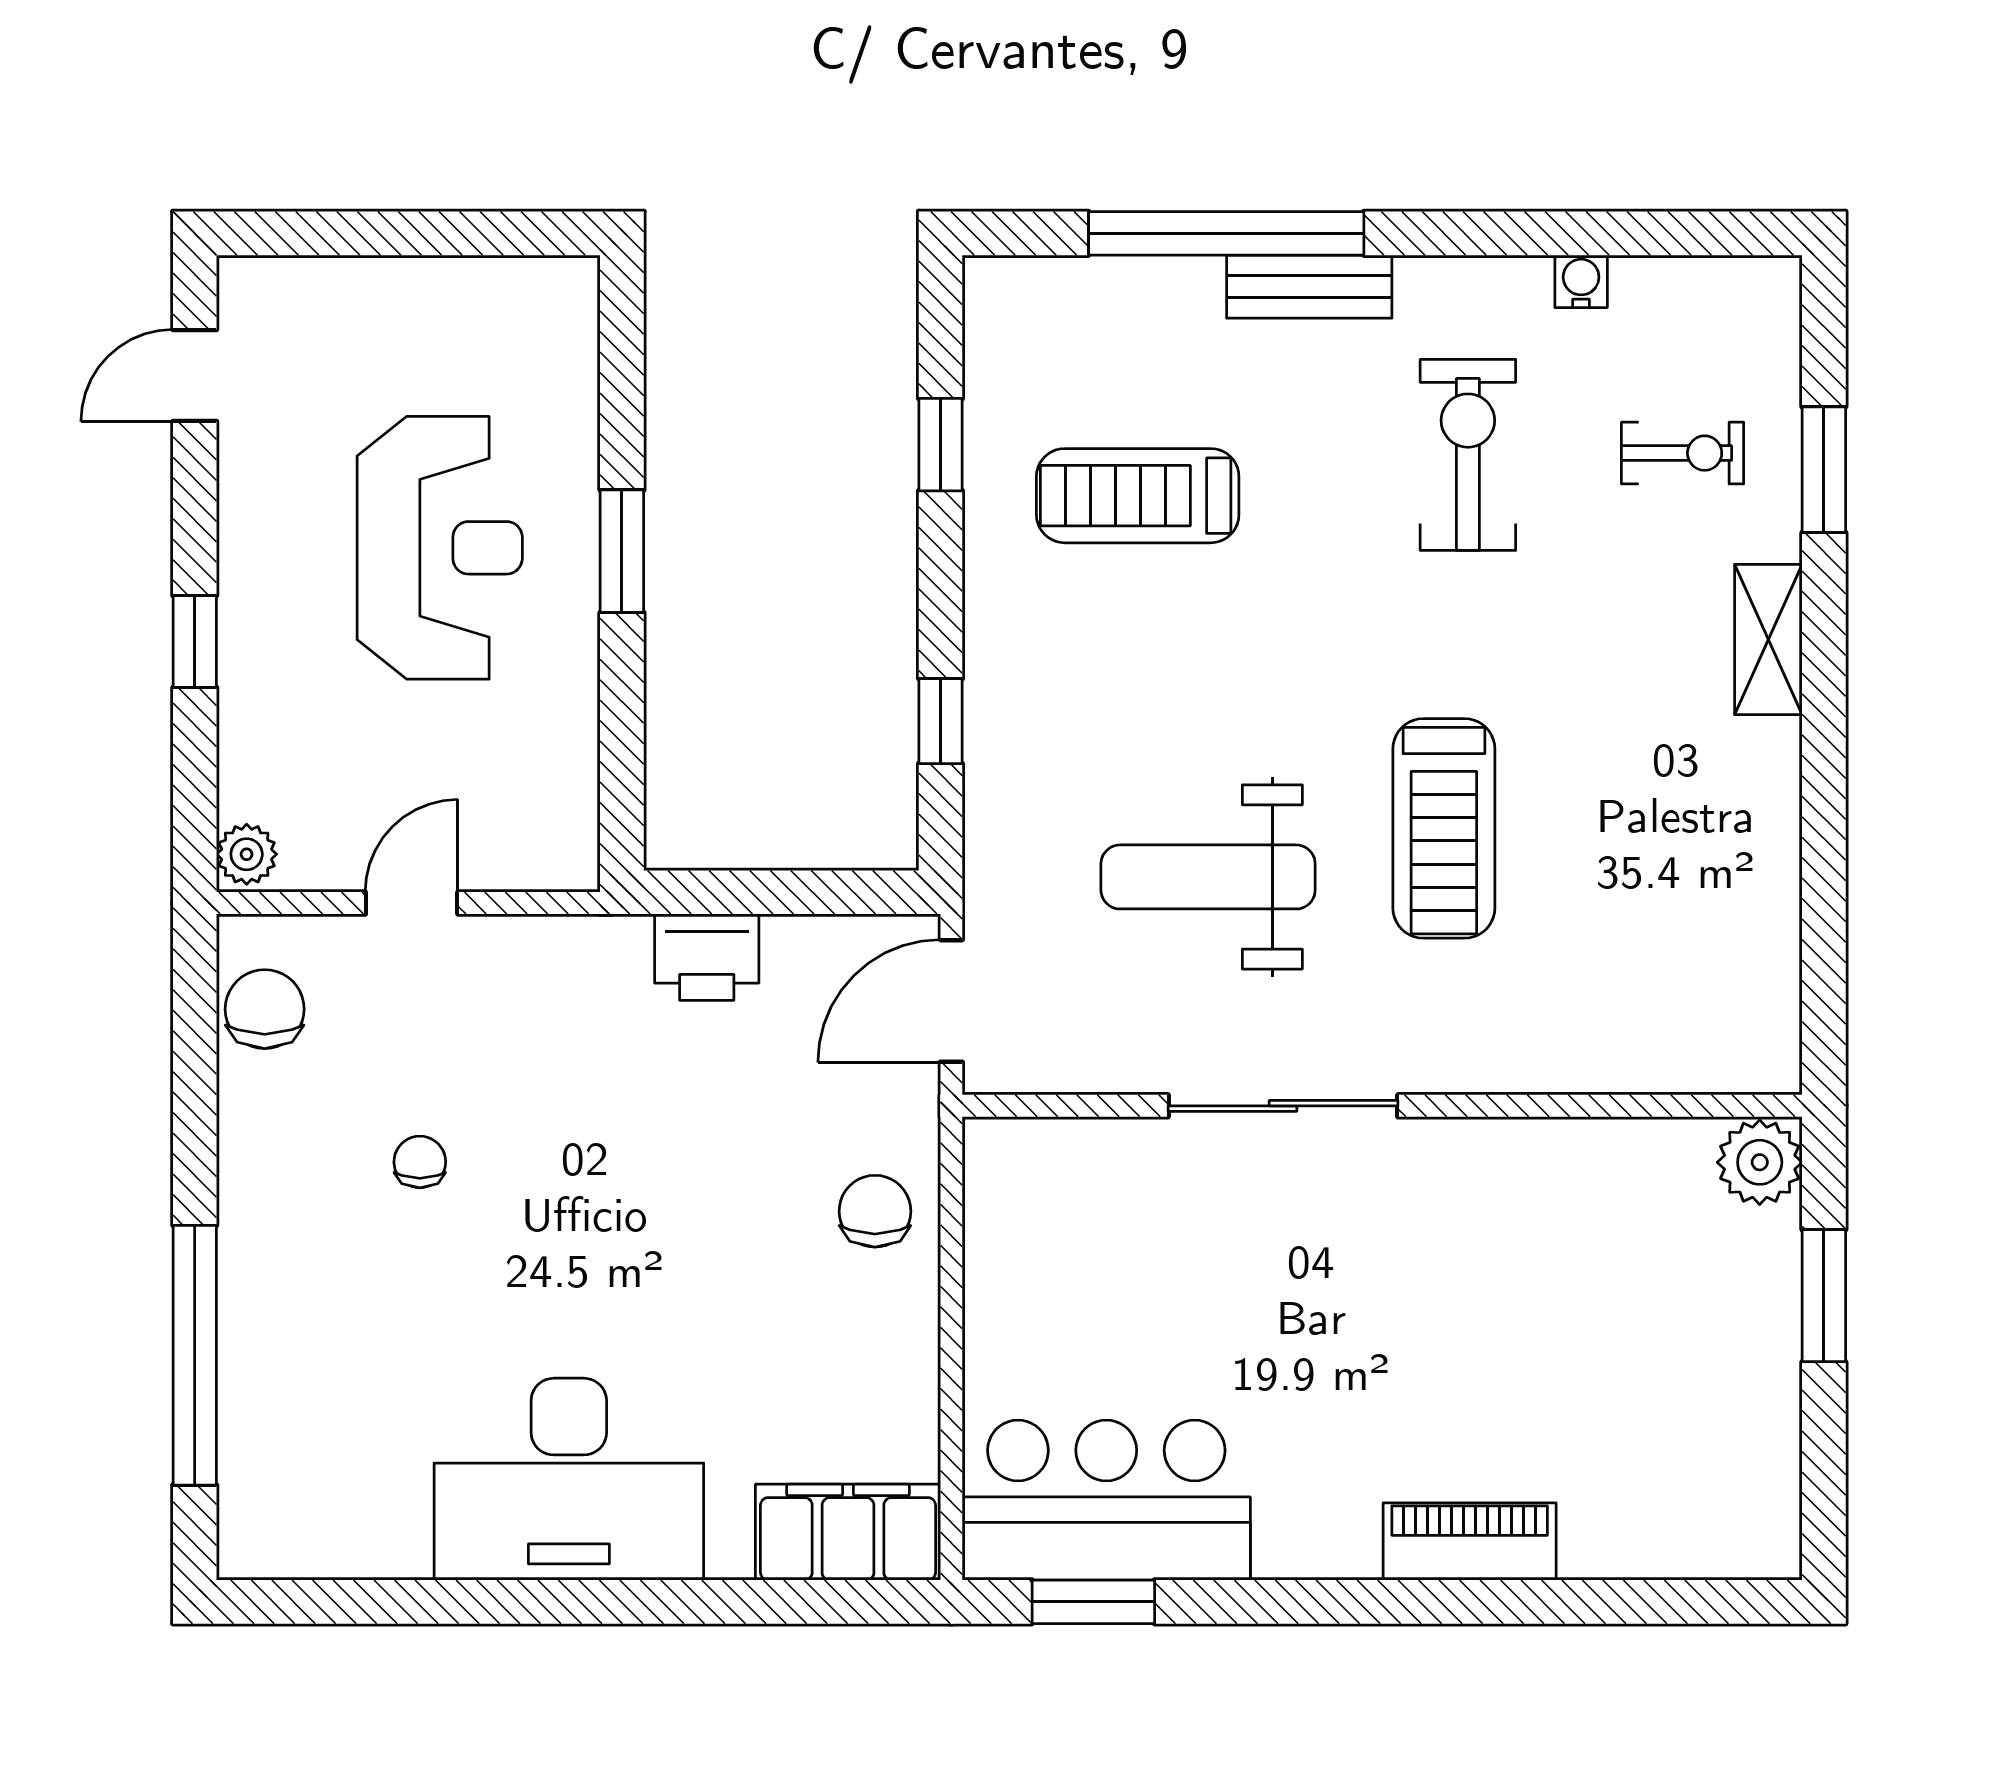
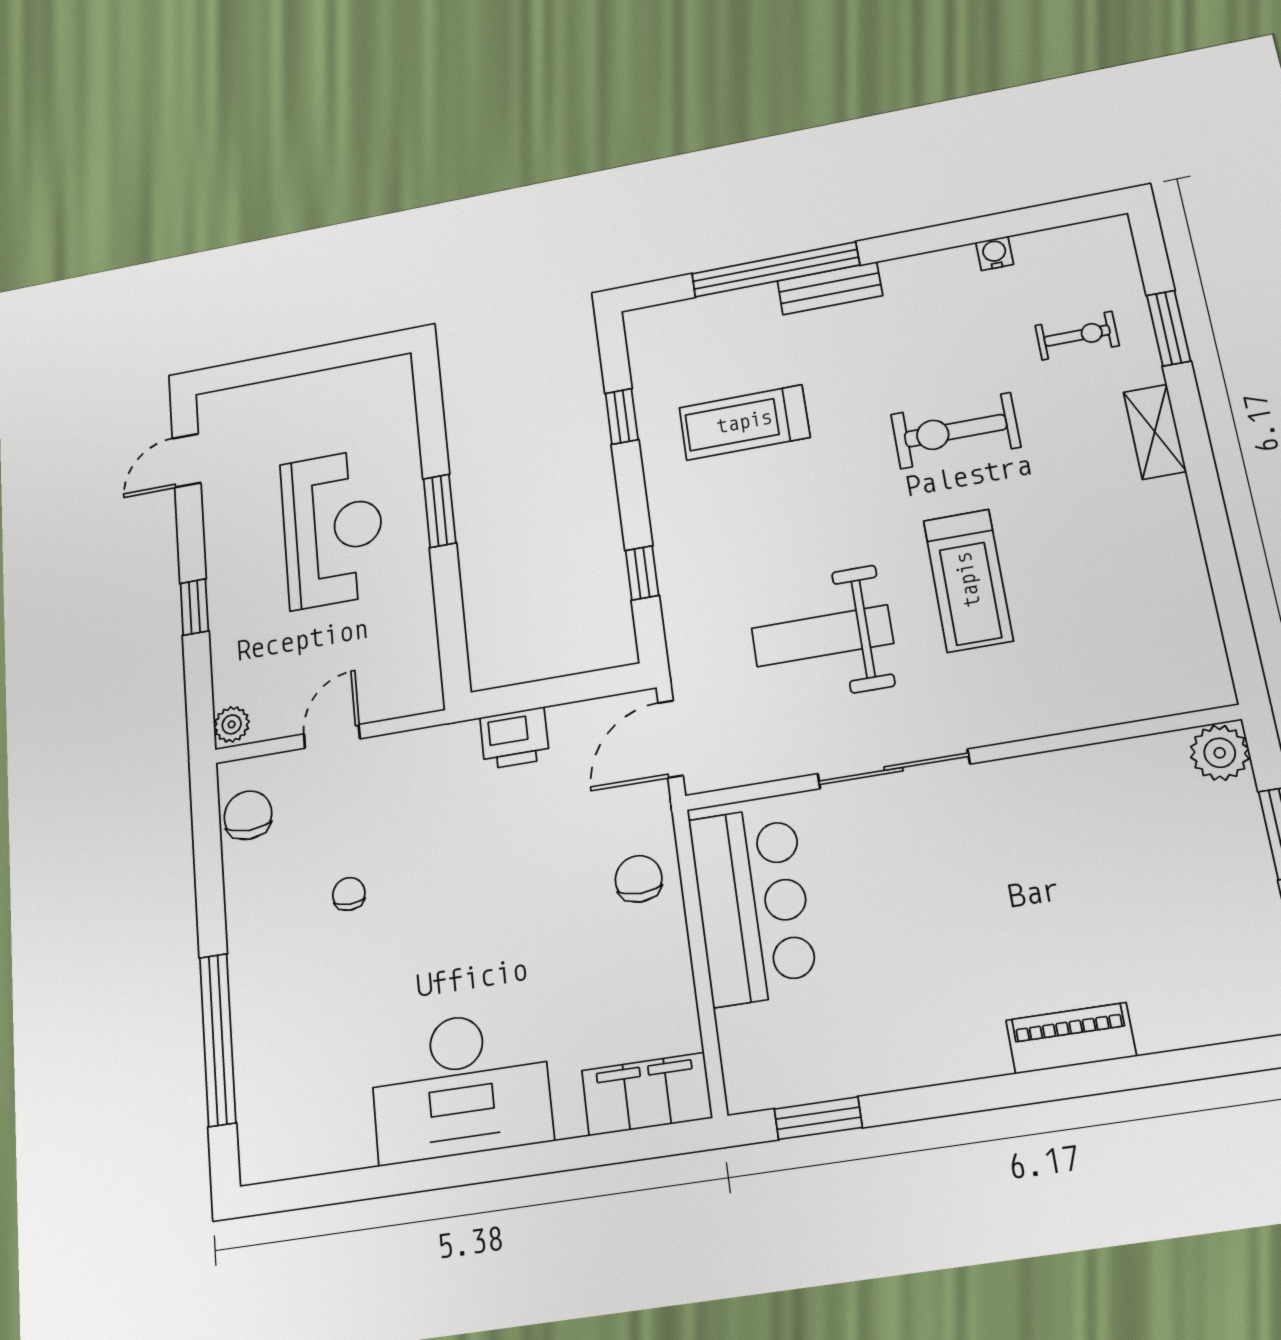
exercise bike: (1468, 455) -> (956, 431), moved, turned -90
bar counter: (1106, 1500) -> (753, 905), moved, turned 90

